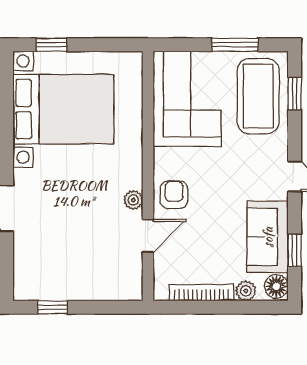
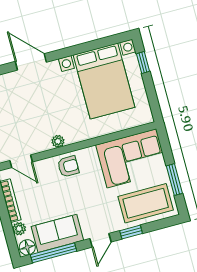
window: (295, 94) -> (131, 232), moved
door: (148, 236) -> (21, 161), moved
window: (295, 250) -> (53, 253), width x2.17

